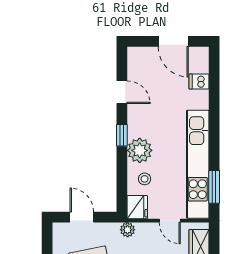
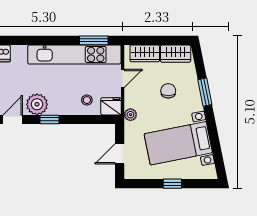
plant: (140, 150) -> (37, 104), moved

